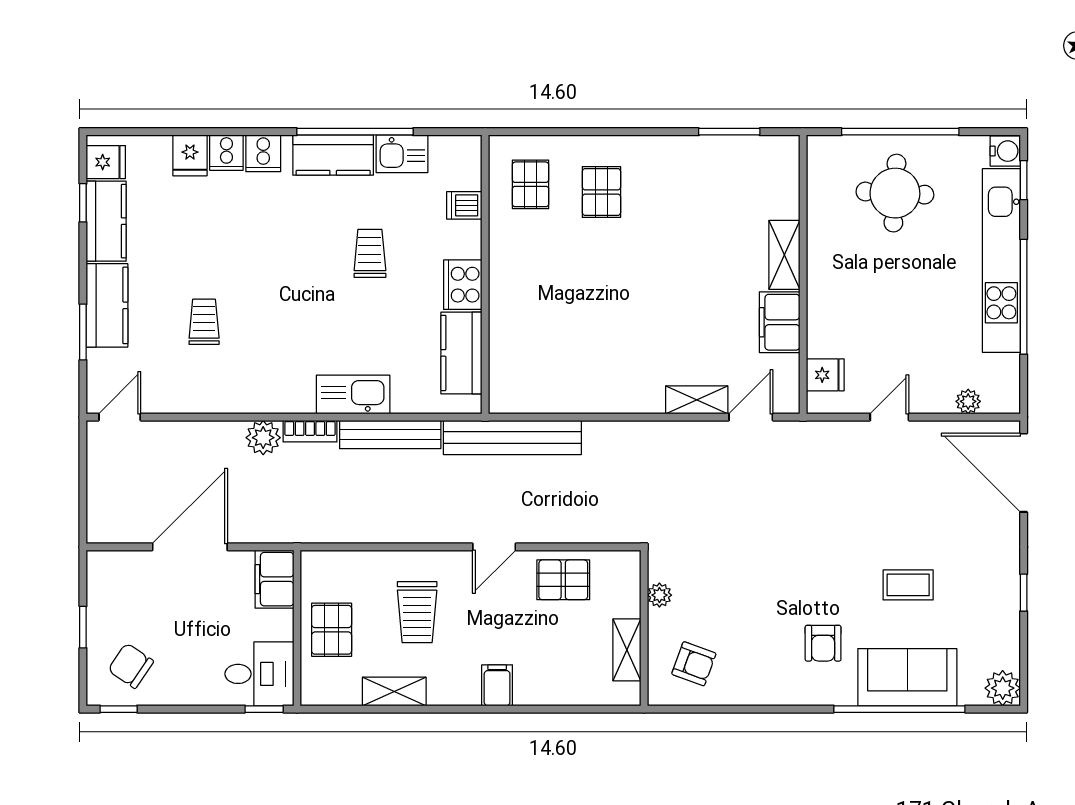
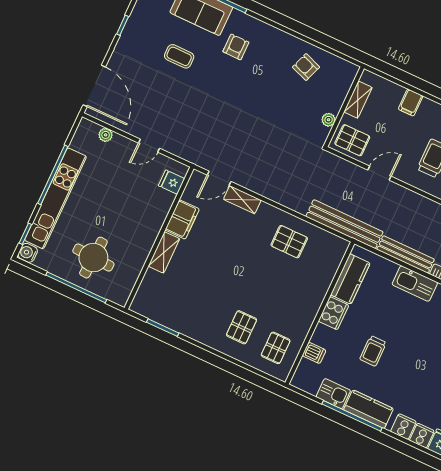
pallet: (589, 367) -> (289, 242), added
plant: (659, 595) -> (329, 120), moved
wall: (644, 628) -> (344, 107), moved
shelving: (627, 650) -> (358, 100), moved

